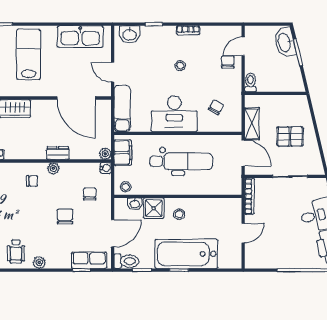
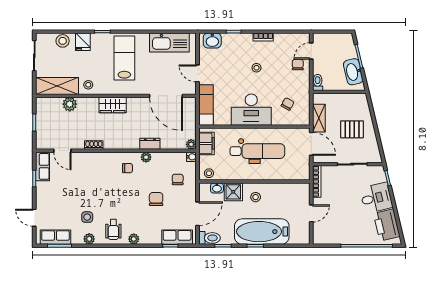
washbasin: (285, 42) -> (353, 72), moved

